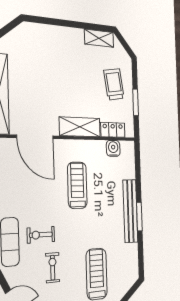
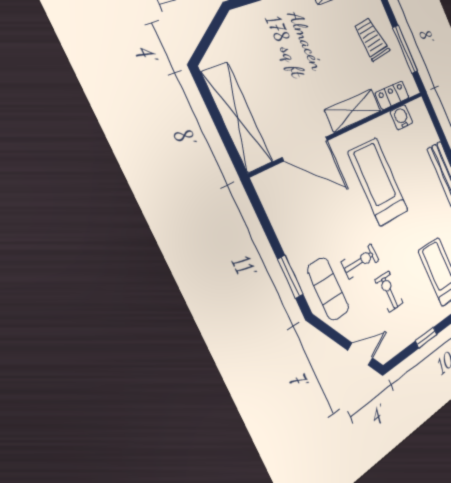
window: (136, 102) -> (405, 49), width x1.44
treadmill: (77, 185) -> (378, 182), width x1.37, depth x1.38
exercise bike: (41, 235) -> (360, 261), turned 180

